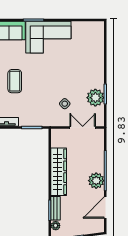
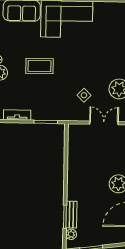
coffee table: (15, 81) -> (39, 66), moved, turned 90
wardrobe: (59, 172) -> (76, 173), removed

